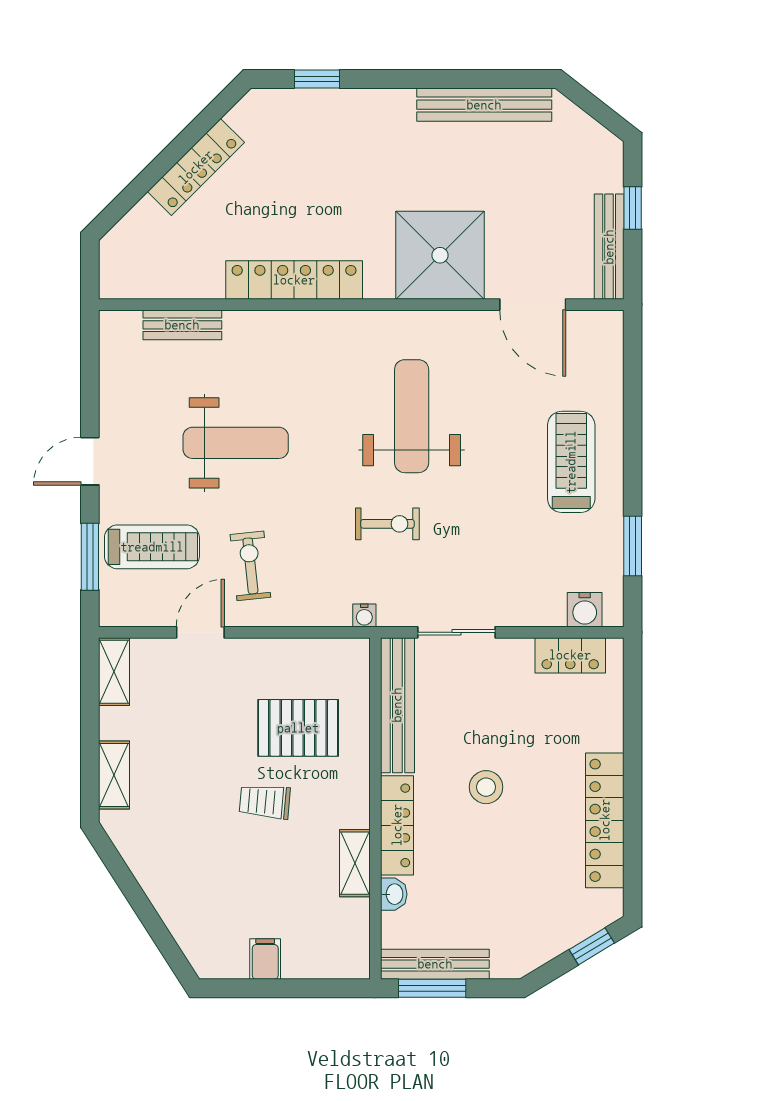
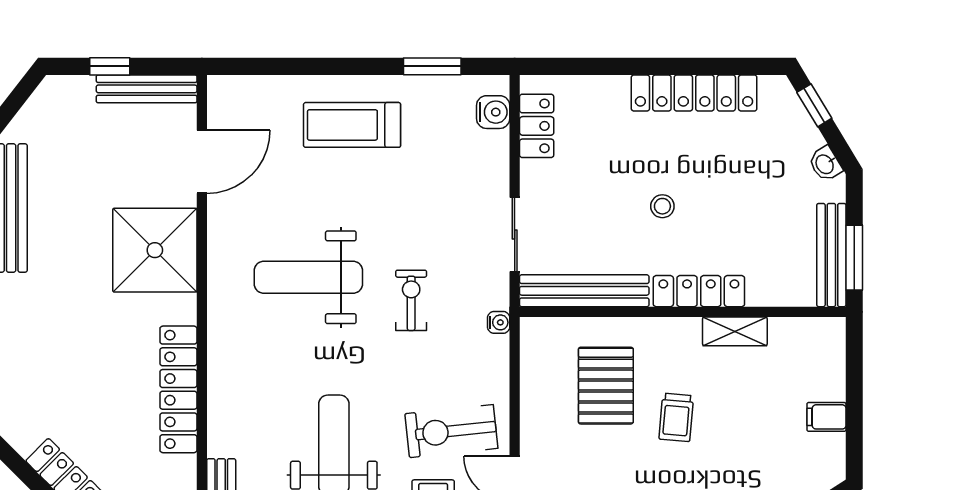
exercise bike: (250, 566) -> (451, 431), width x1.38, depth x1.39
stool: (486, 787) -> (662, 206), width x0.73, depth x0.73
washbasin: (394, 894) -> (825, 164), moved, turned -121

